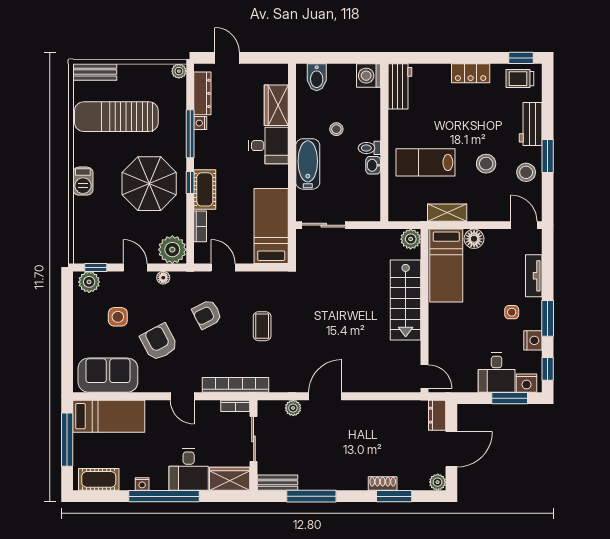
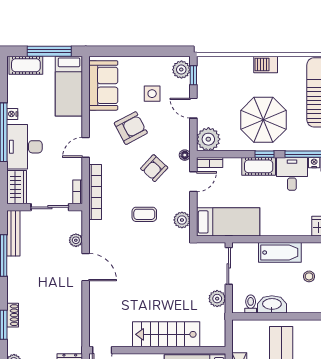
desk: (268, 146) -> (292, 174), moved, turned 180
toilet: (369, 148) -> (251, 304), moved
washbasin: (373, 165) -> (272, 304), width x1.91, depth x1.45
bookcase: (200, 226) -> (210, 163), moved
plant: (411, 239) -> (217, 299), moved
door: (135, 267) -> (193, 108), swing flipped
floor lamp: (163, 278) -> (185, 155), moved
plant: (269, 281) -> (182, 220), added
armchair: (207, 314) -> (154, 168), turned -110
desk: (189, 469) -> (24, 147), width x1.37
cot: (99, 479) -> (26, 65), moved, turned 90
bench: (277, 483) -> (13, 233), width x1.36

